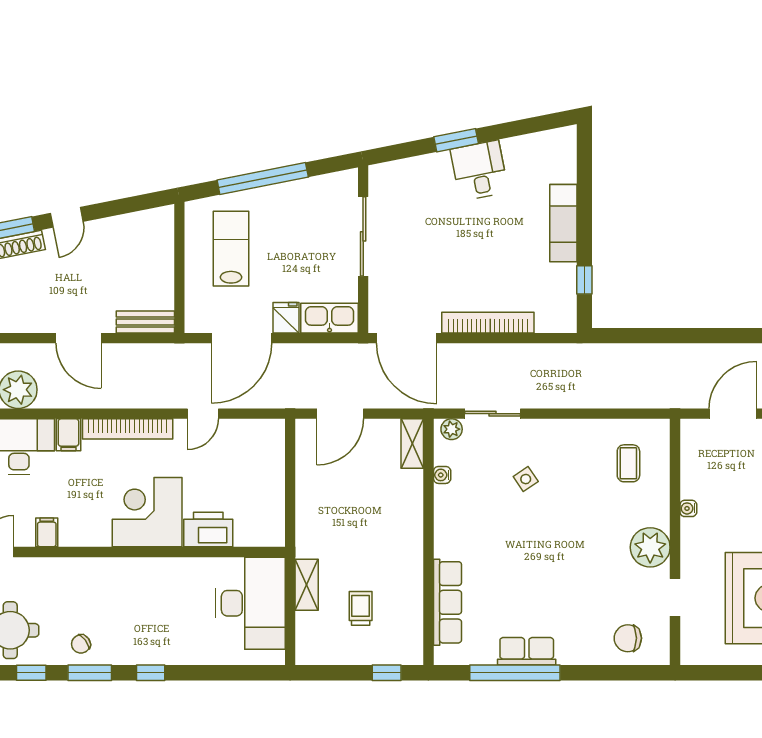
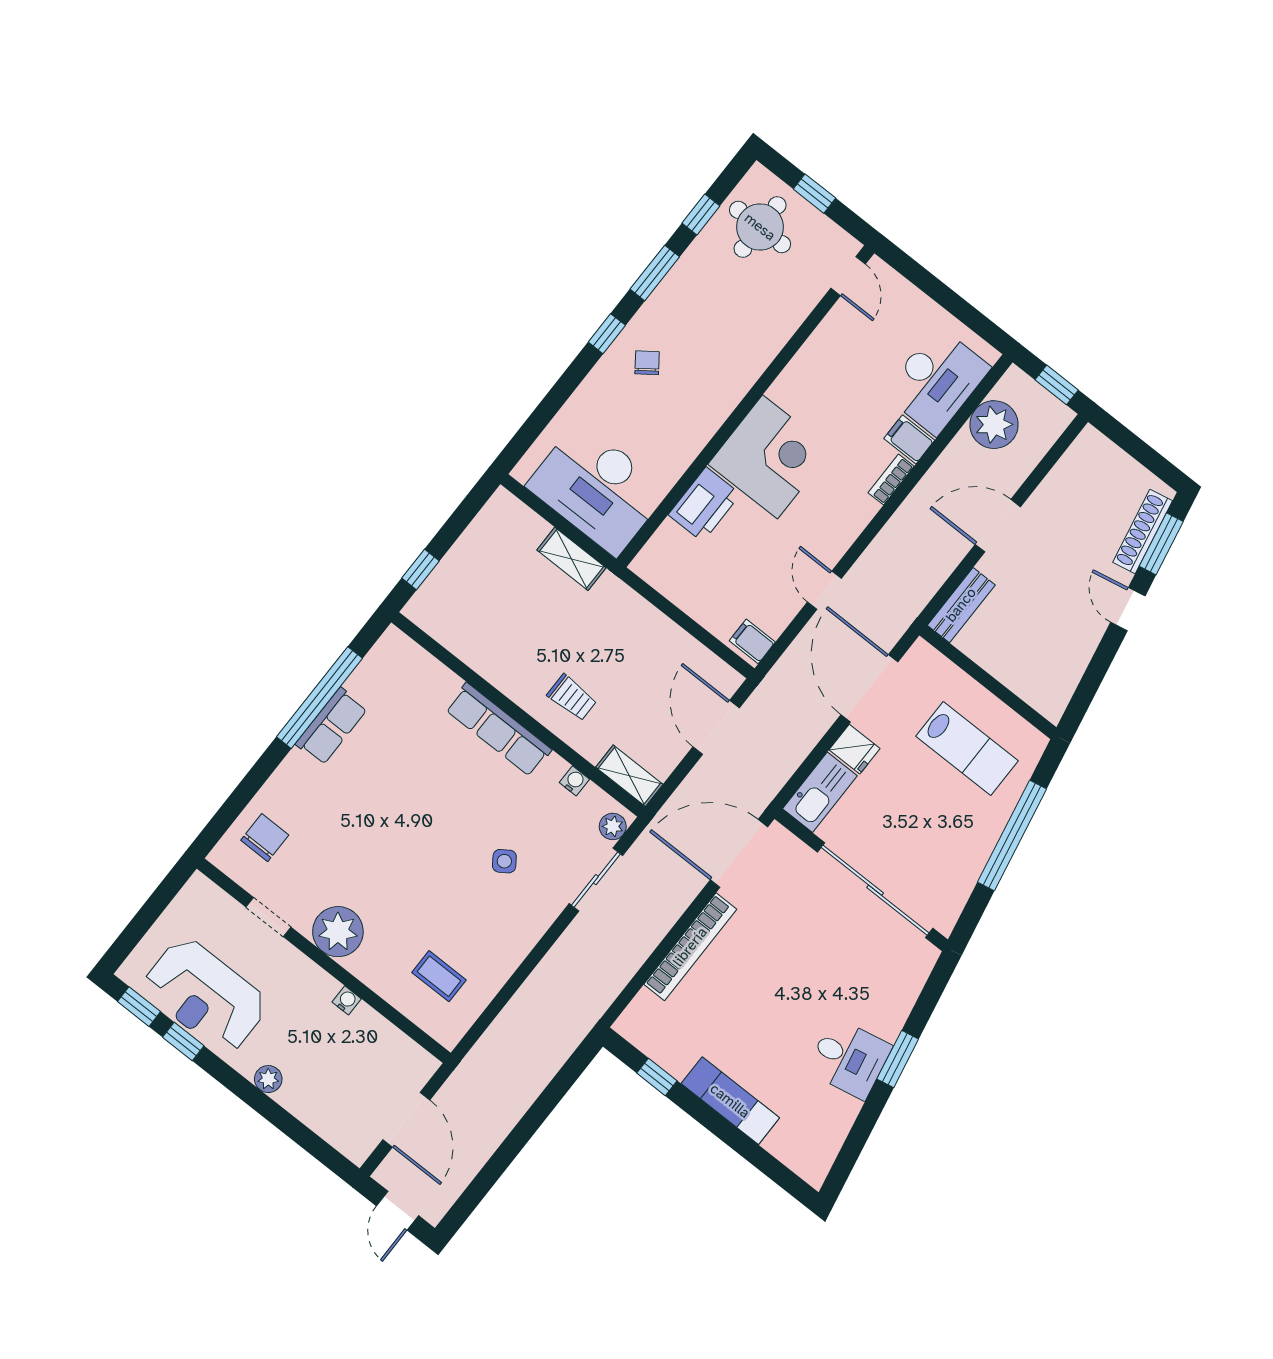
sliding door: (363, 236) -> (875, 890), width x1.36
bookcase: (128, 429) -> (891, 479), width x0.43, depth x0.76
filing cabinet: (47, 532) -> (752, 641), moved, turned 180
row of seats: (447, 602) -> (498, 730), moved
trolley: (361, 608) -> (572, 698), moved
chair: (81, 644) -> (647, 363), moved

